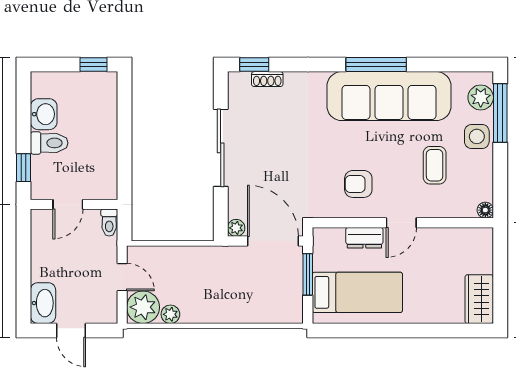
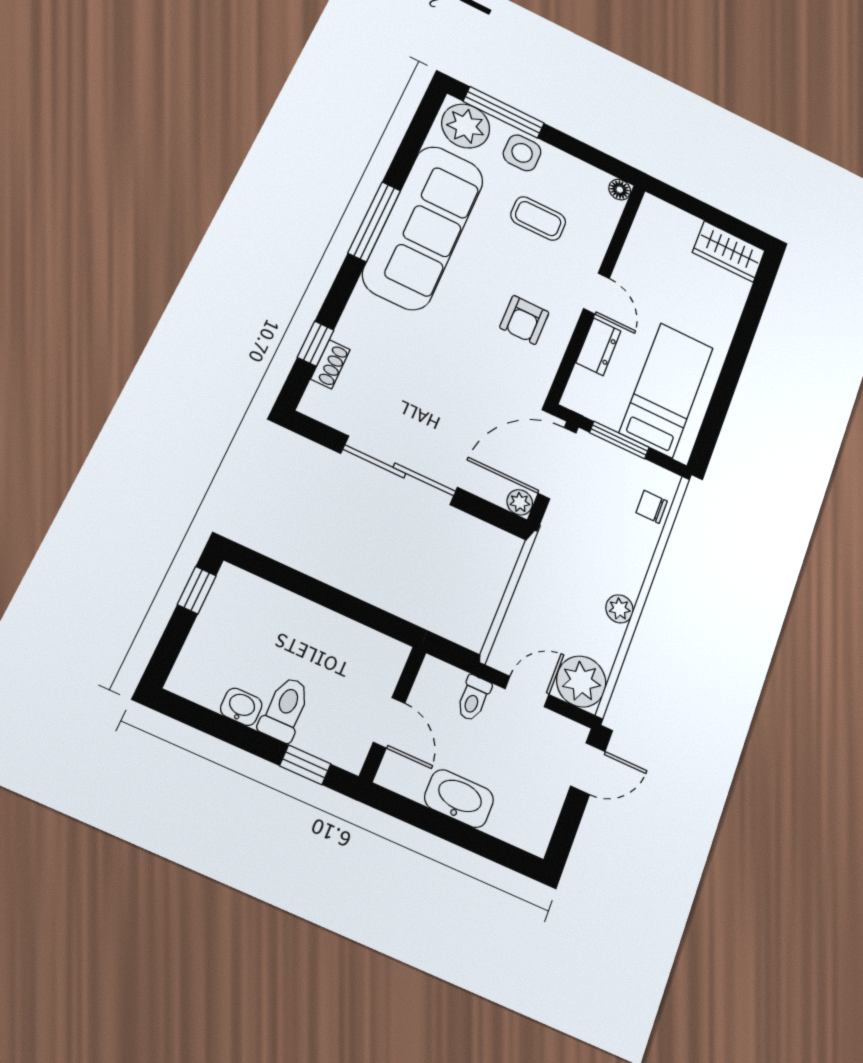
window: (254, 65) -> (316, 344), moved
plant: (481, 97) -> (466, 126), width x1.36, depth x1.36
washbasin: (44, 114) -> (241, 707), width x0.72, depth x0.69
toilet: (109, 223) -> (474, 698), moved, turned 90
washbasin: (43, 303) -> (459, 799), moved
chair: (274, 311) -> (652, 507), added
plant: (170, 314) -> (619, 609), moved
door: (71, 330) -> (588, 769), moved

